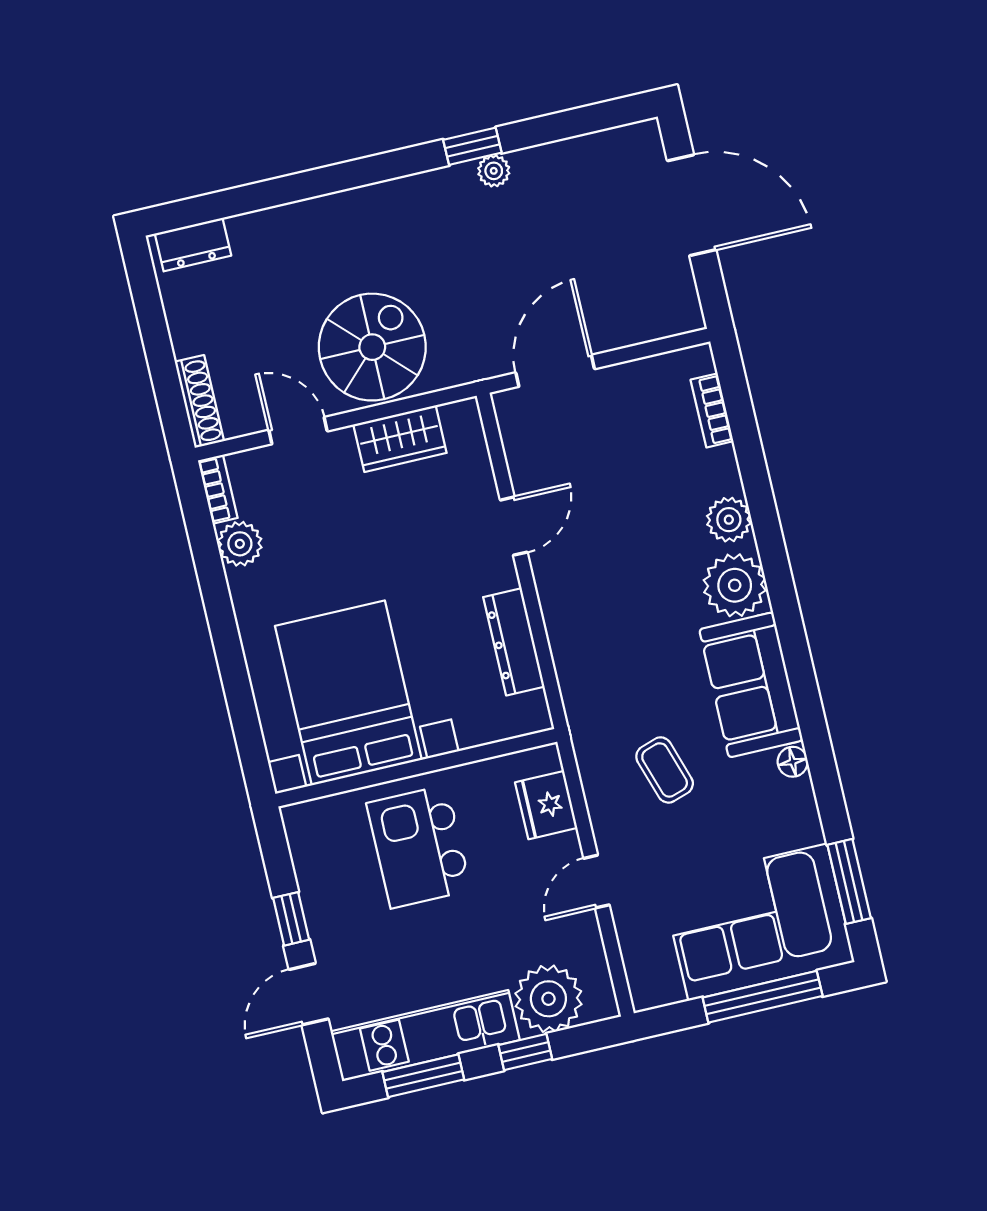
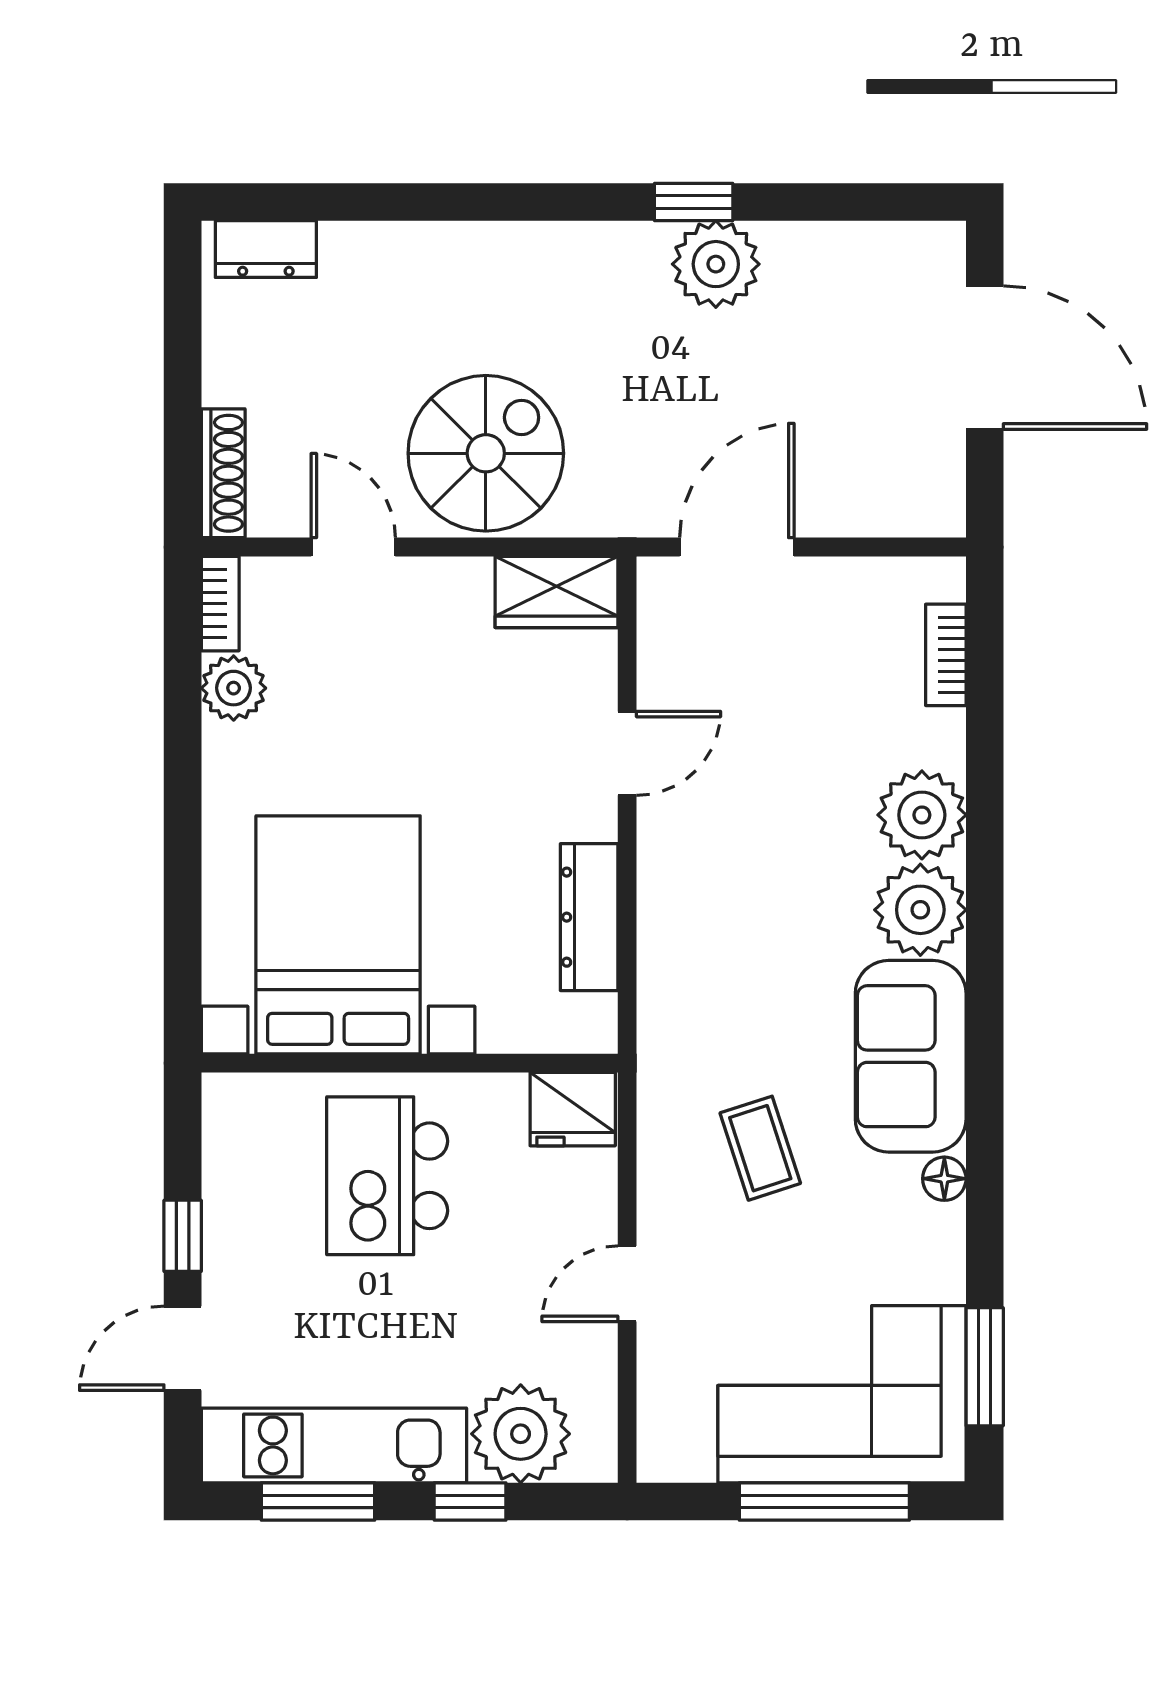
plant: (494, 171) -> (716, 264), width x1.88, depth x1.88
wardrobe: (400, 439) -> (556, 592), moved
plant: (729, 520) -> (922, 815), width x1.36, depth x1.36
fridge: (546, 805) -> (573, 1109), moved, turned -90

